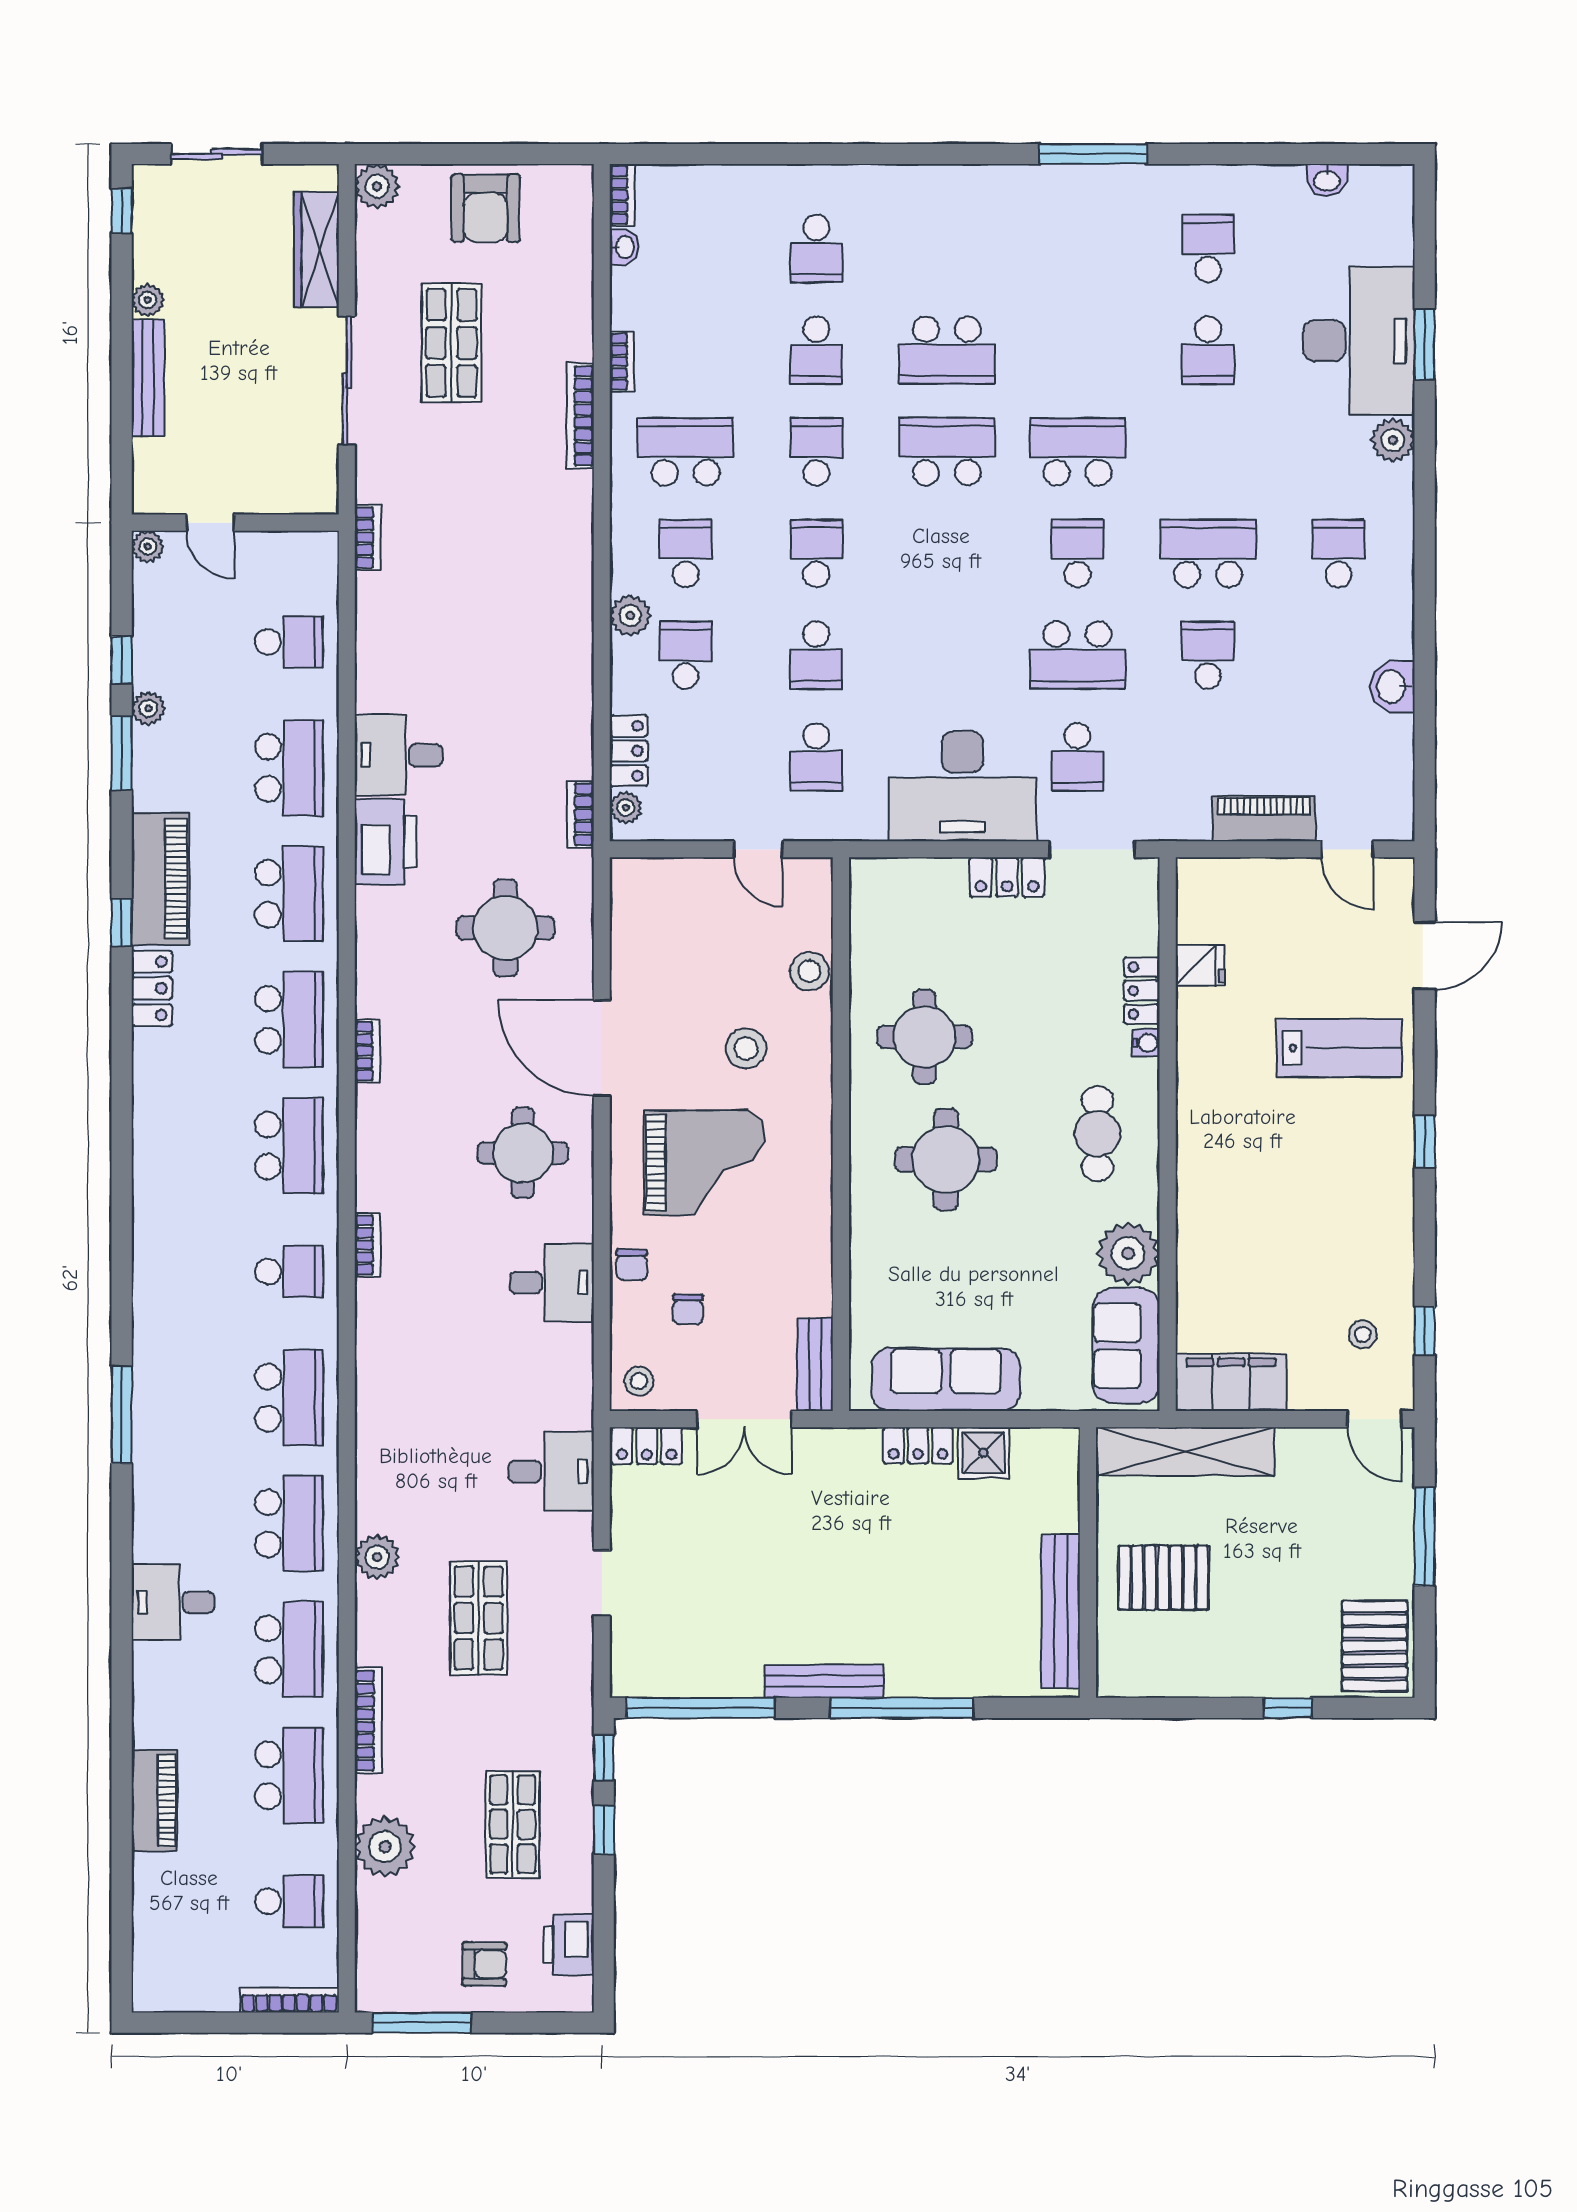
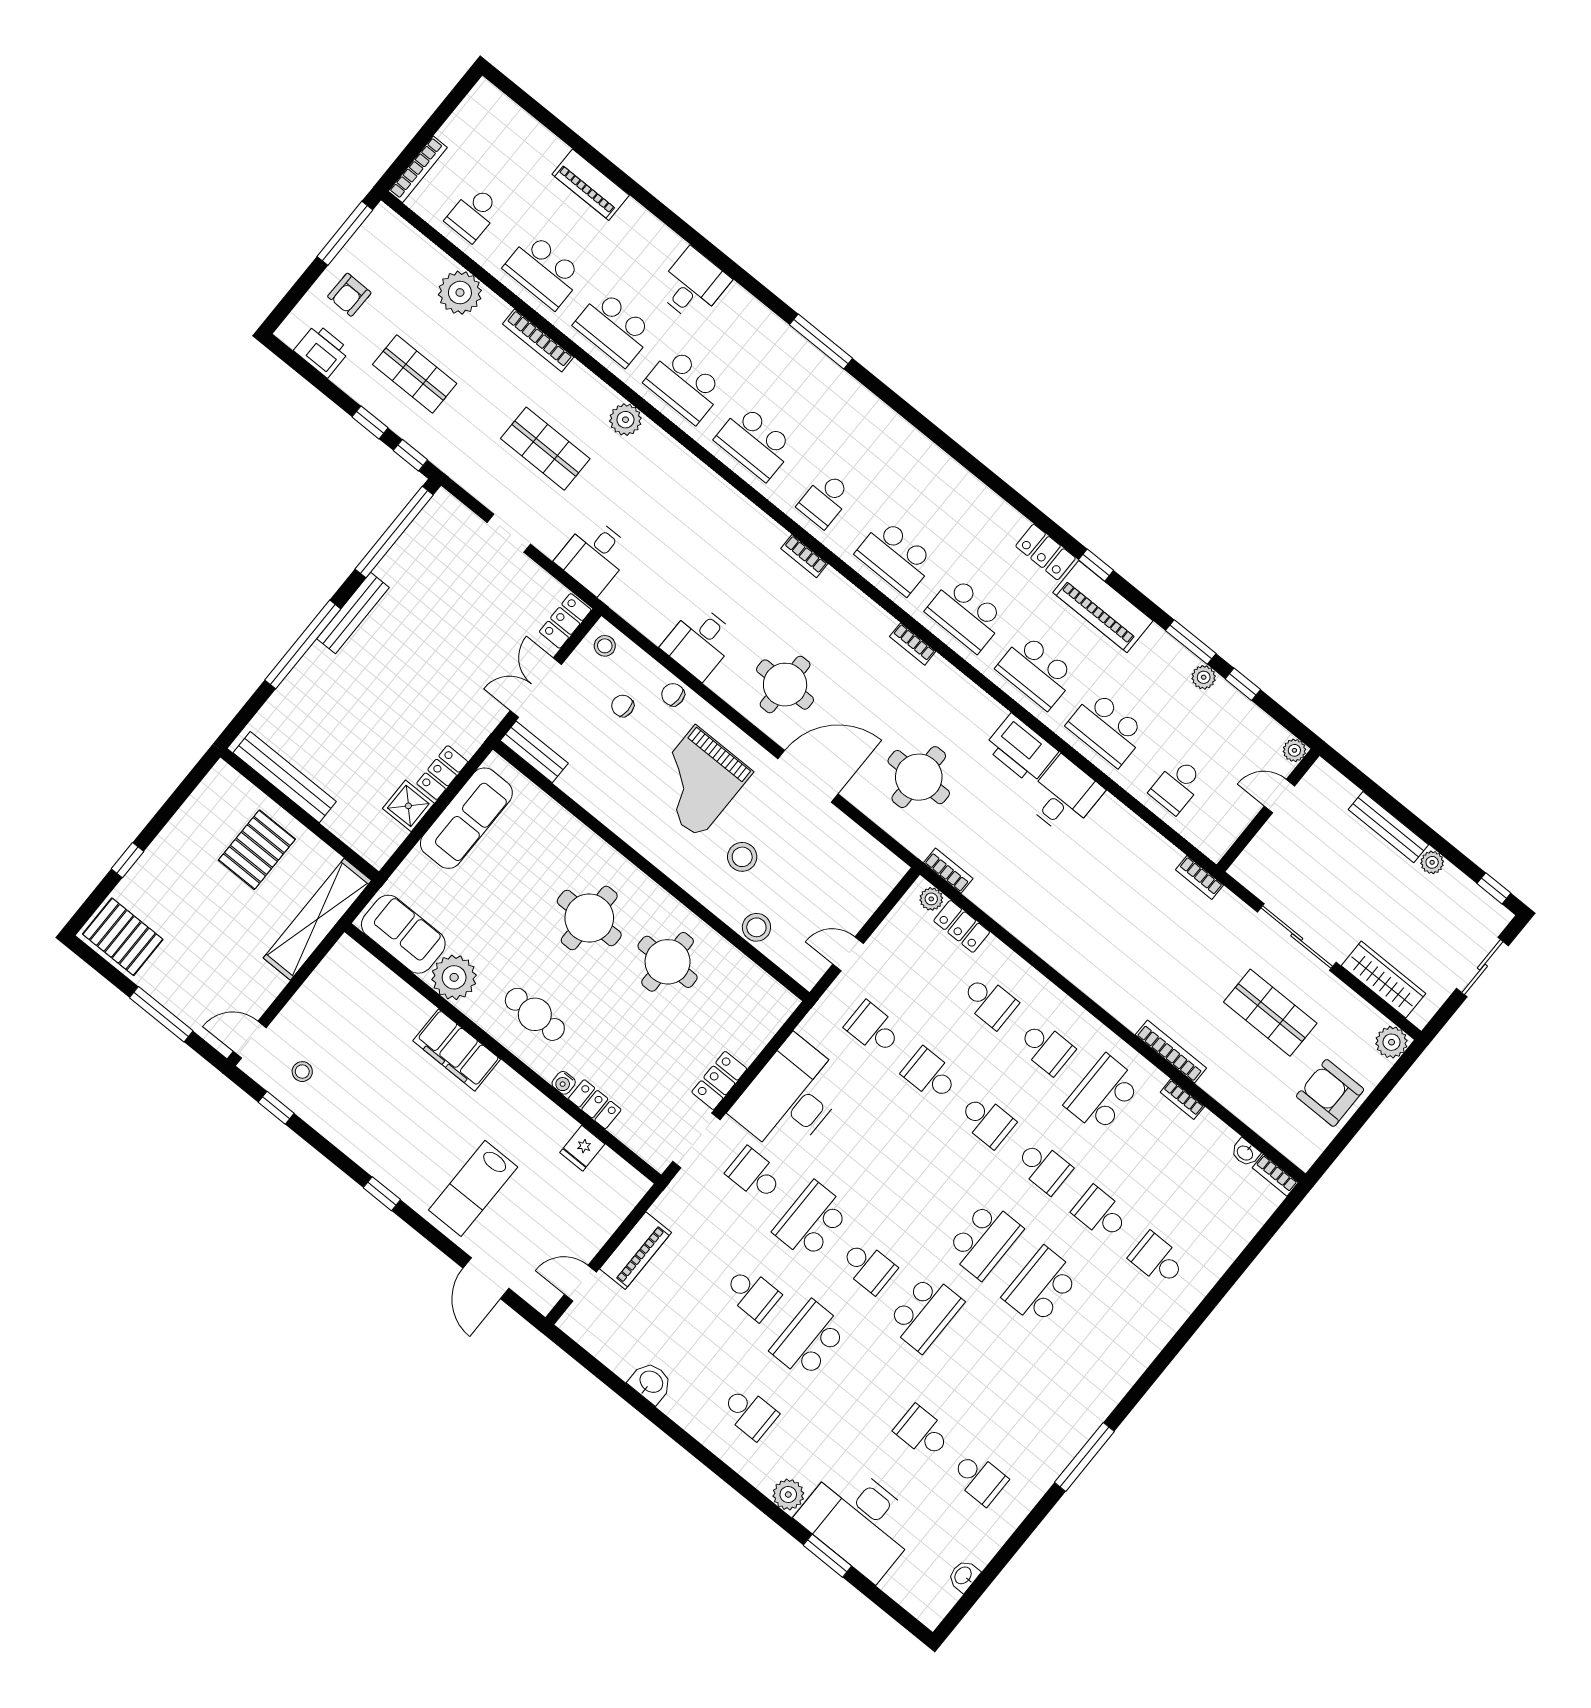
school desk: (686, 452) -> (1103, 1094), turned 180
school desk: (1208, 553) -> (809, 1340), turned 180
plant: (630, 616) -> (1037, 989), removed
filing cabinet: (1231, 1382) -> (457, 1050), moved, turned 90

